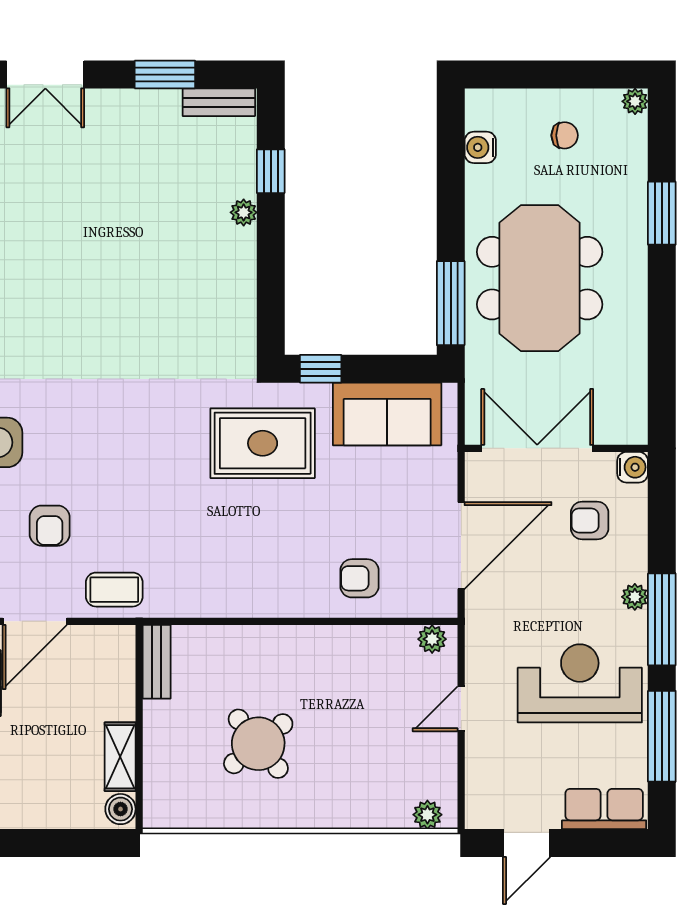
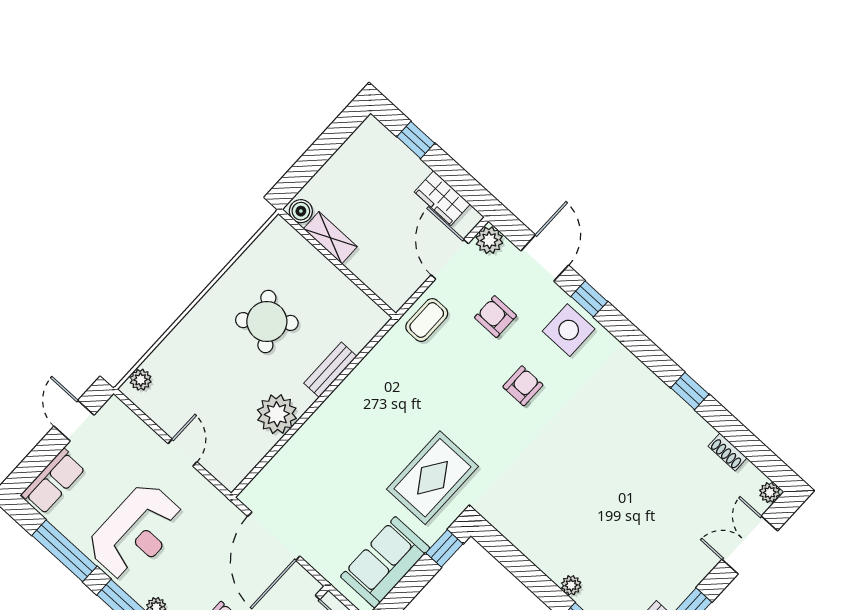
armchair: (359, 578) -> (523, 386), moved
plant: (432, 639) -> (277, 414), moved, width x1.87, depth x1.87
bench: (157, 662) -> (330, 370), moved, turned 90

